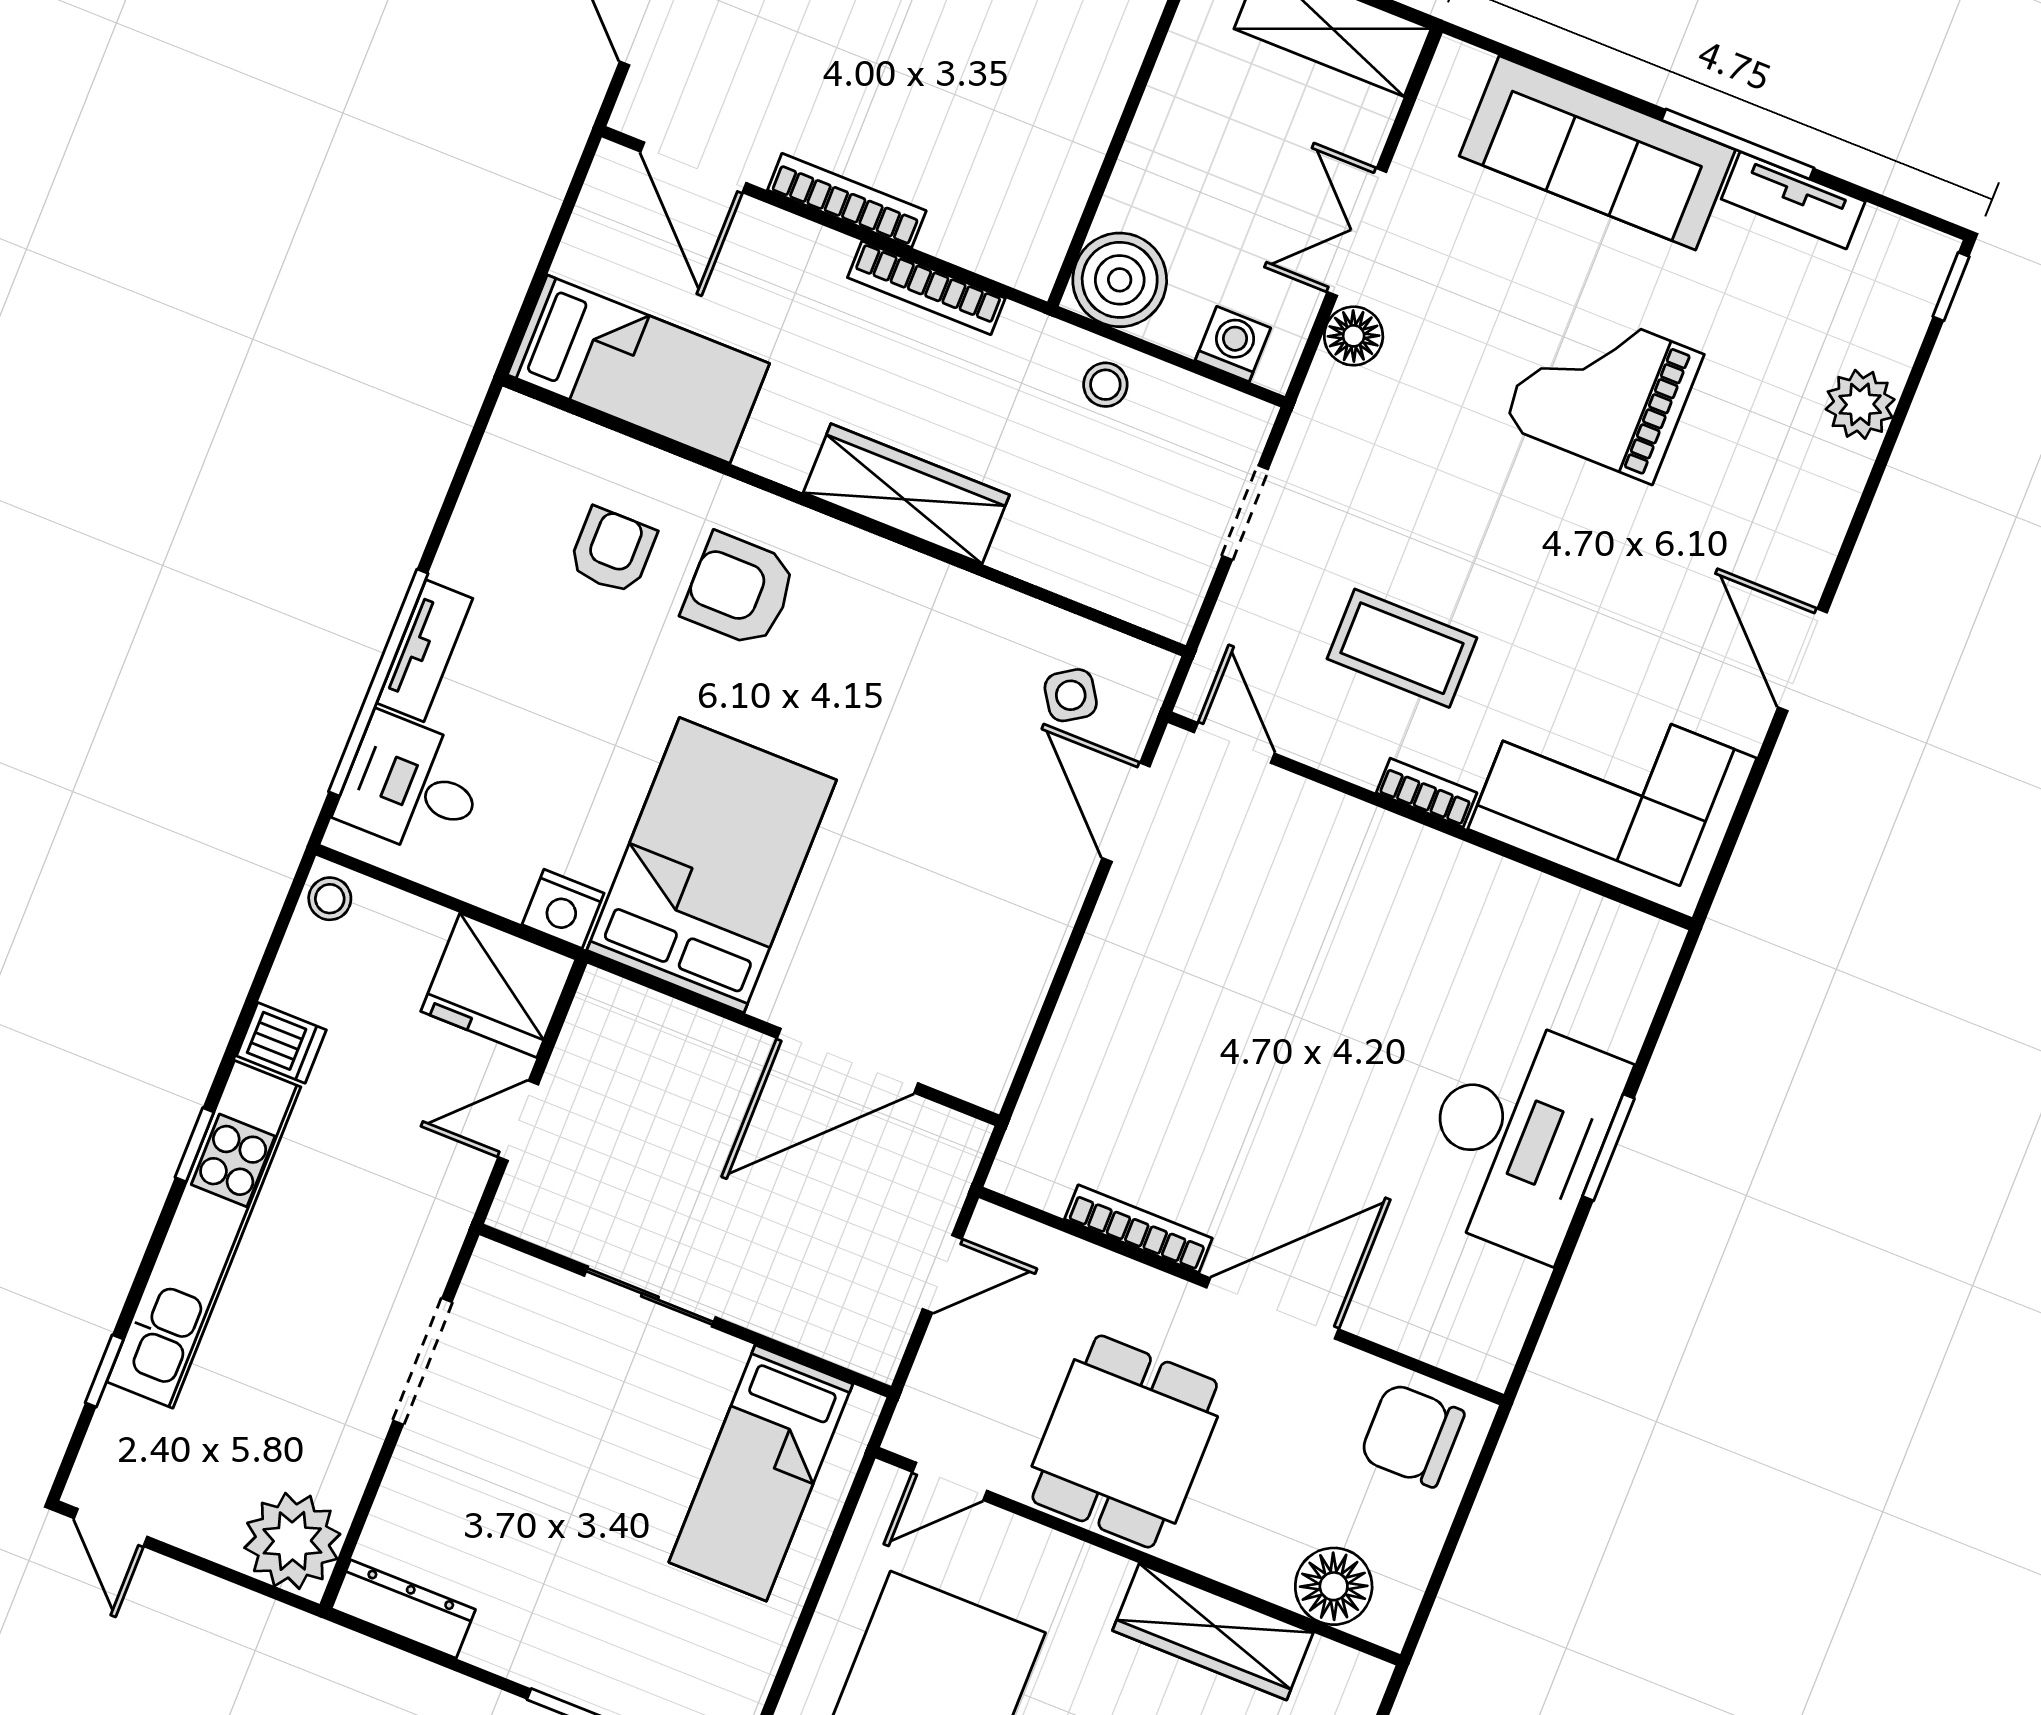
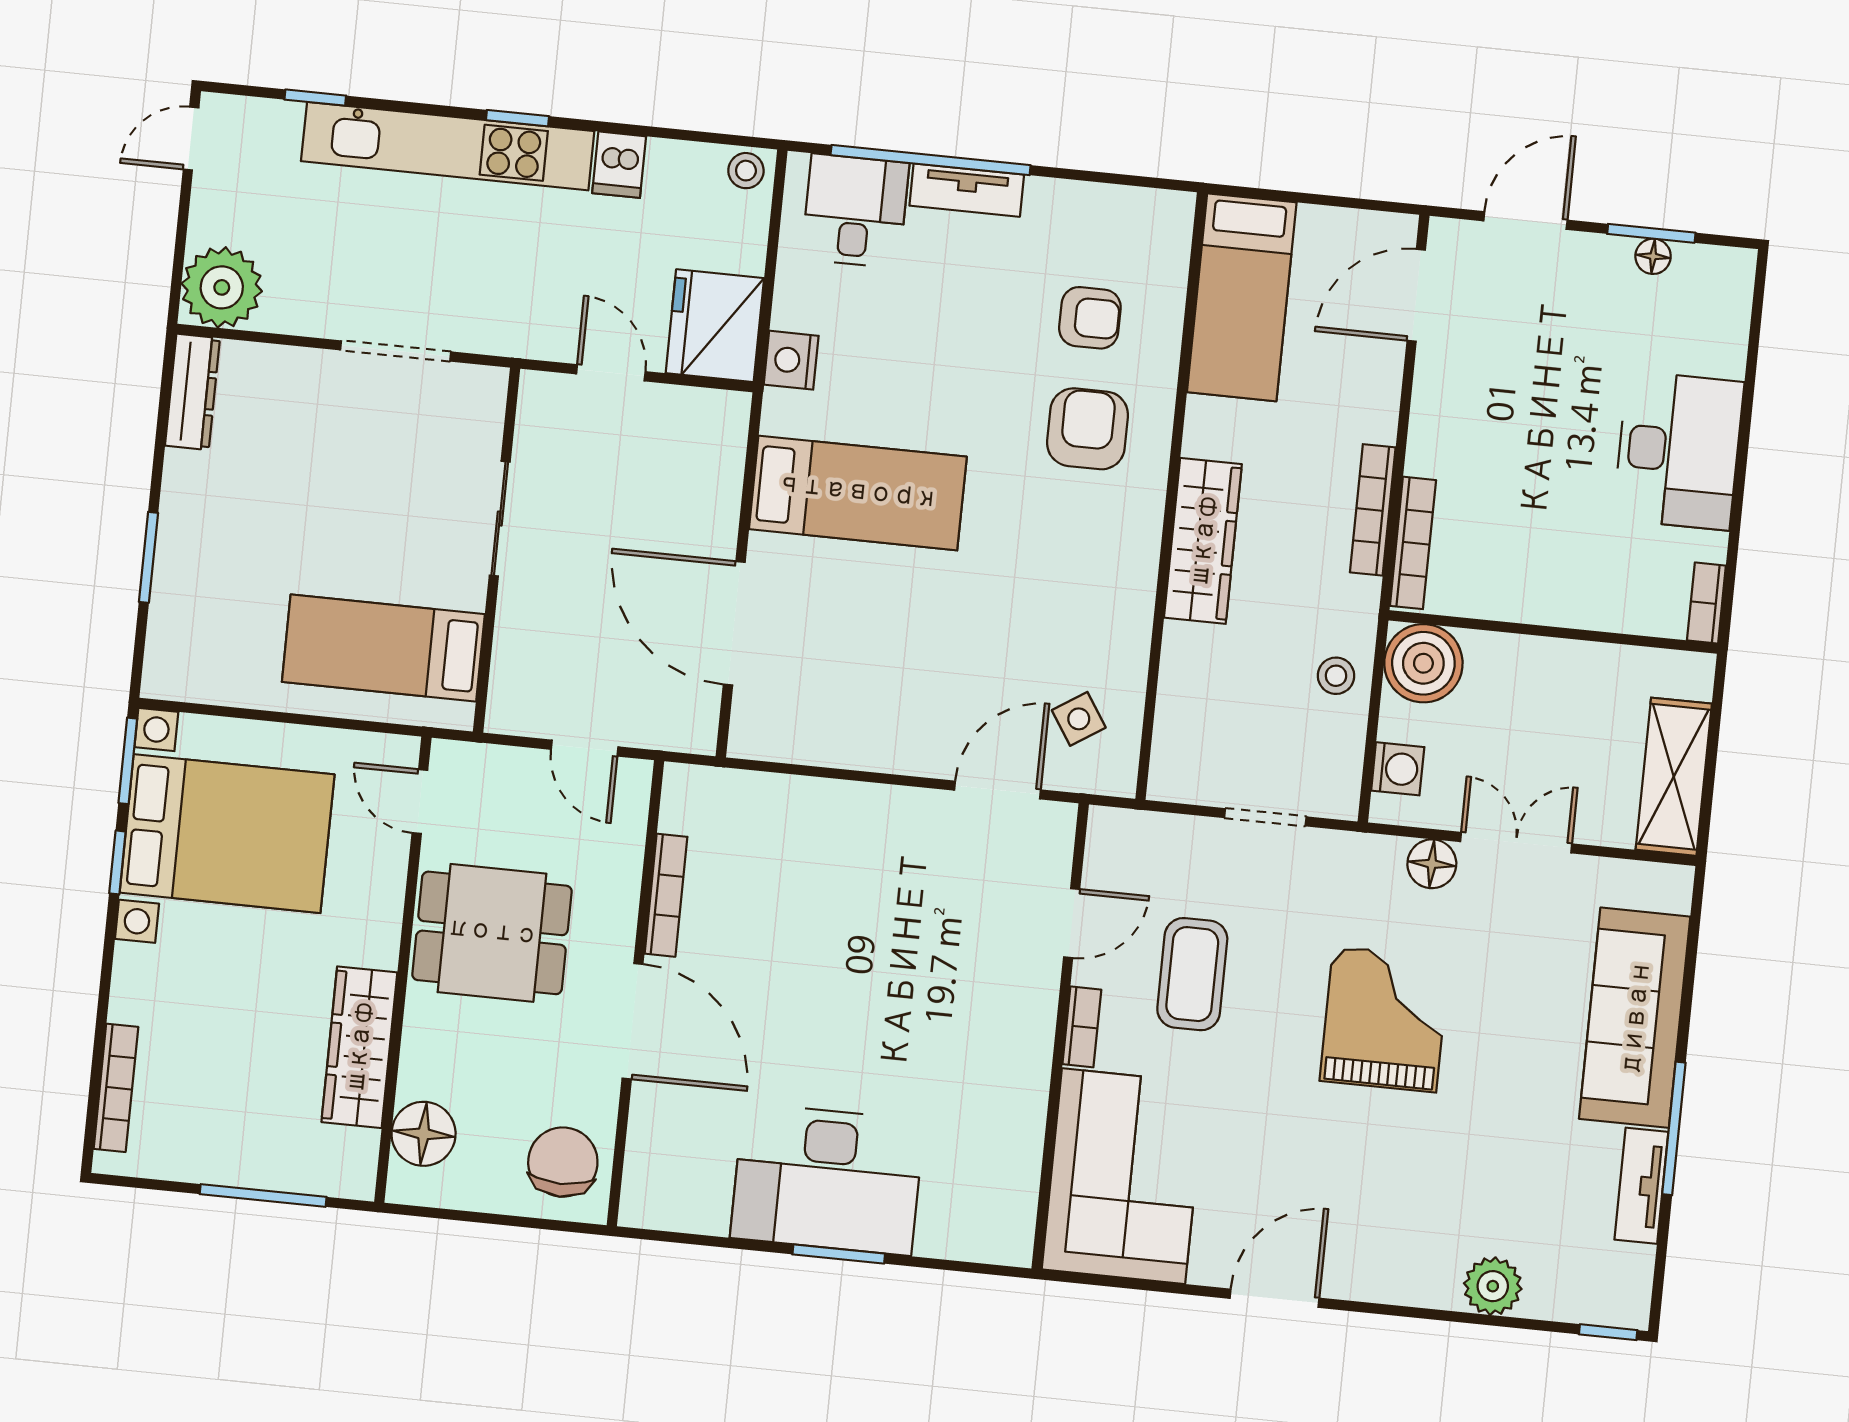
bookcase: (847, 200) -> (1413, 543), moved
grand piano: (1603, 390) -> (1385, 1019), moved
door: (1234, 743) -> (1072, 923), moved
bed: (712, 865) -> (858, 493), width x0.67

